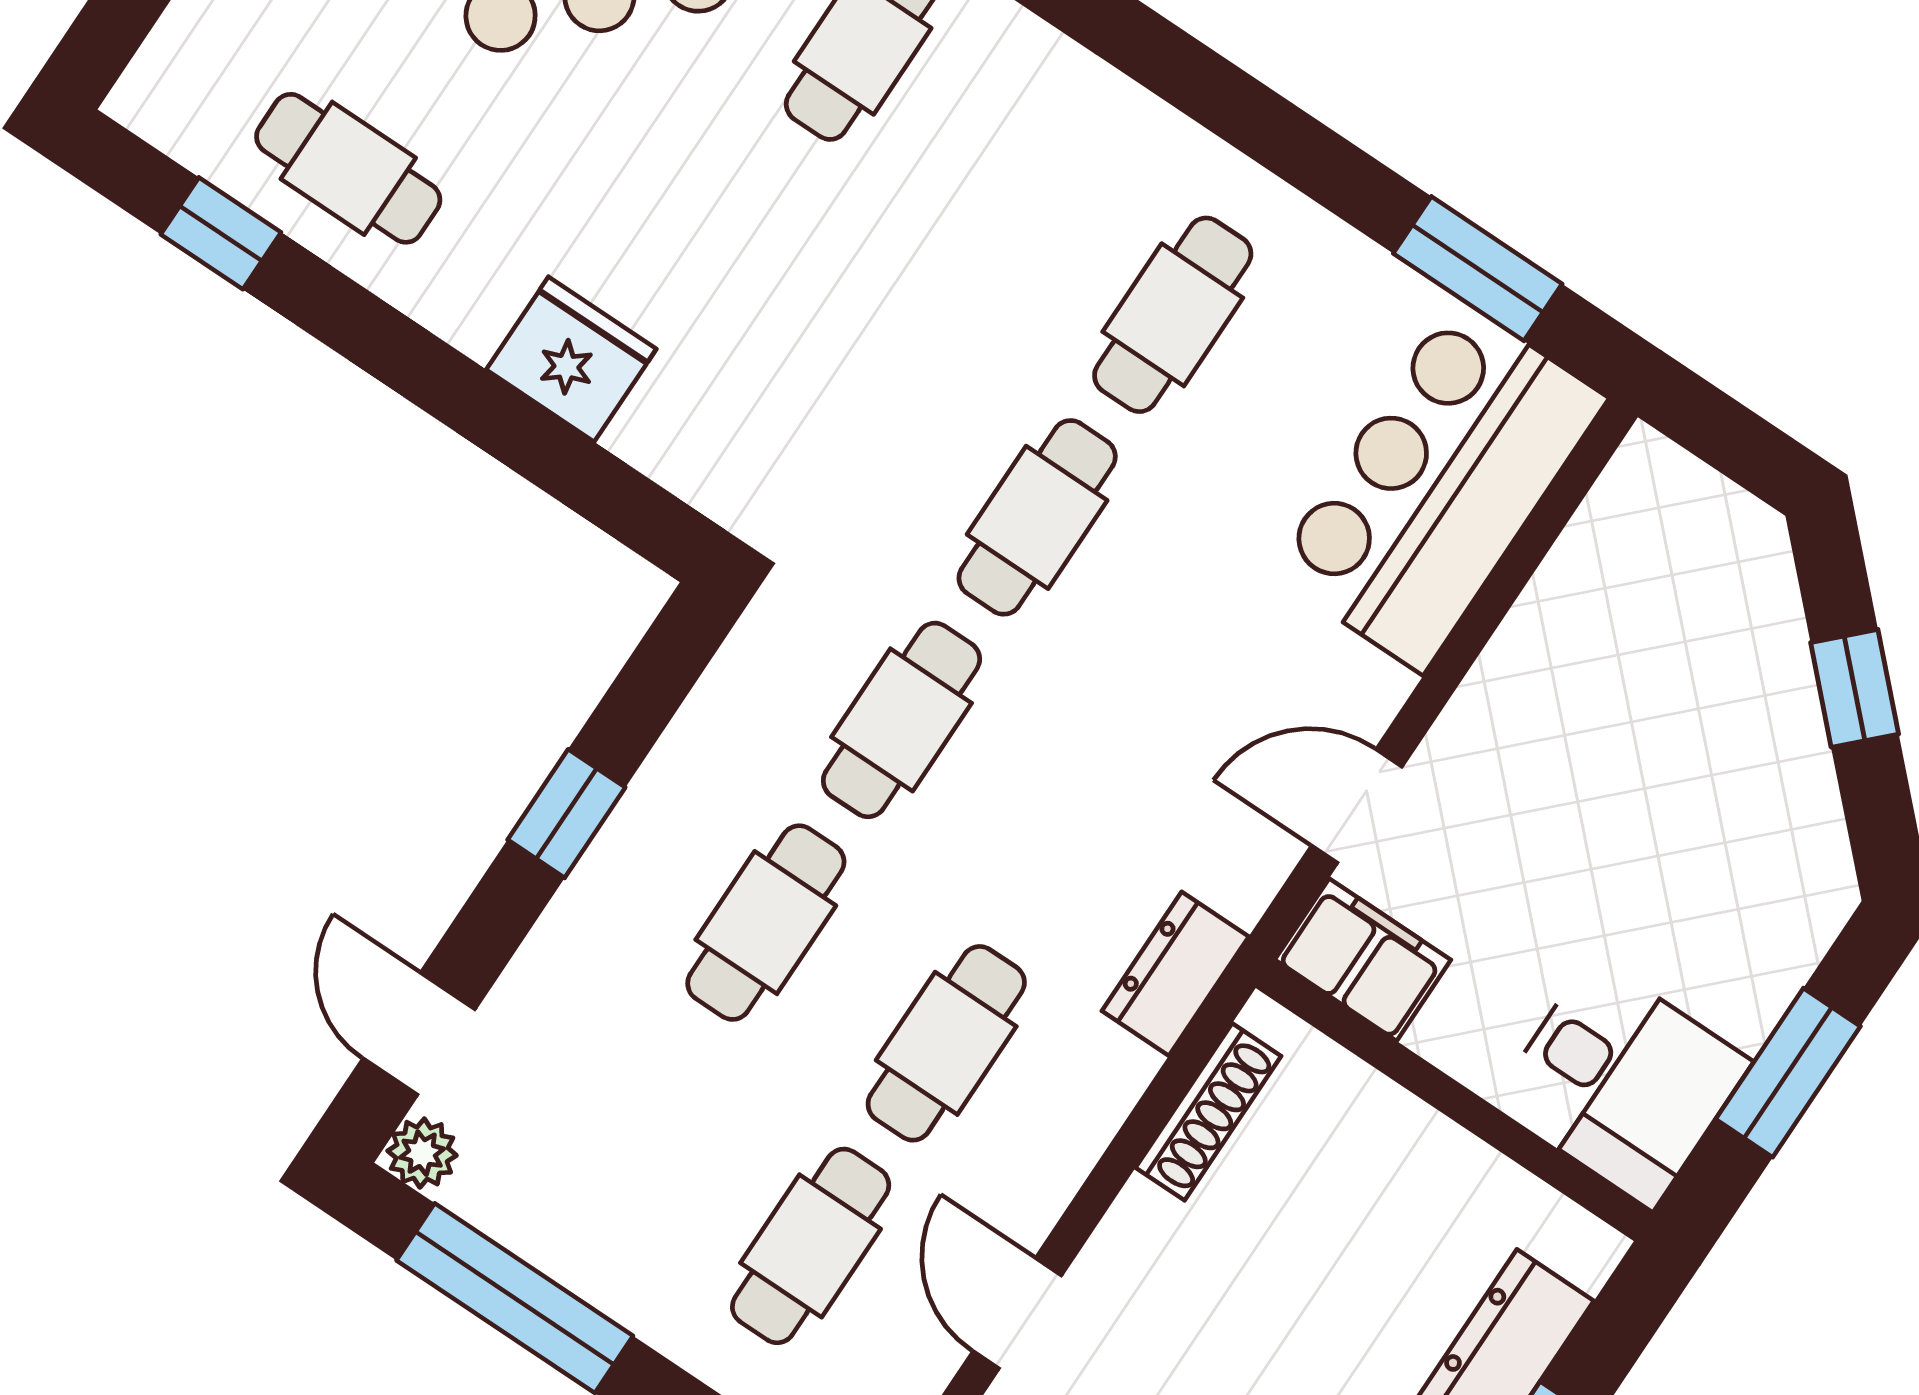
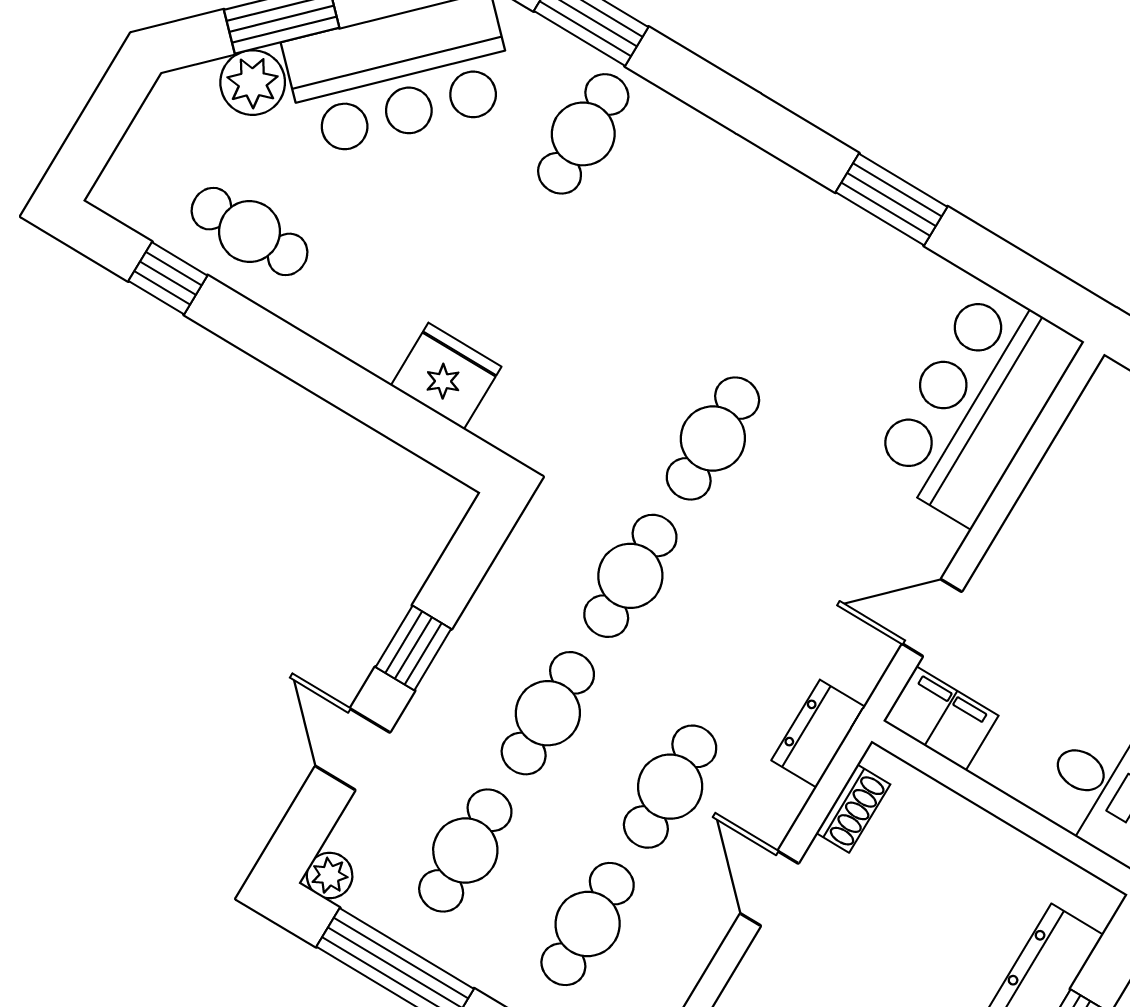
window: (1478, 269) -> (892, 199), moved
cafe table: (1173, 315) -> (465, 851), moved
fridge: (571, 359) -> (446, 376), moved
door: (419, 1034) -> (353, 749), moved
shoe rack: (1208, 1112) -> (853, 809), width x0.70
door: (1017, 1313) -> (769, 888), moved

